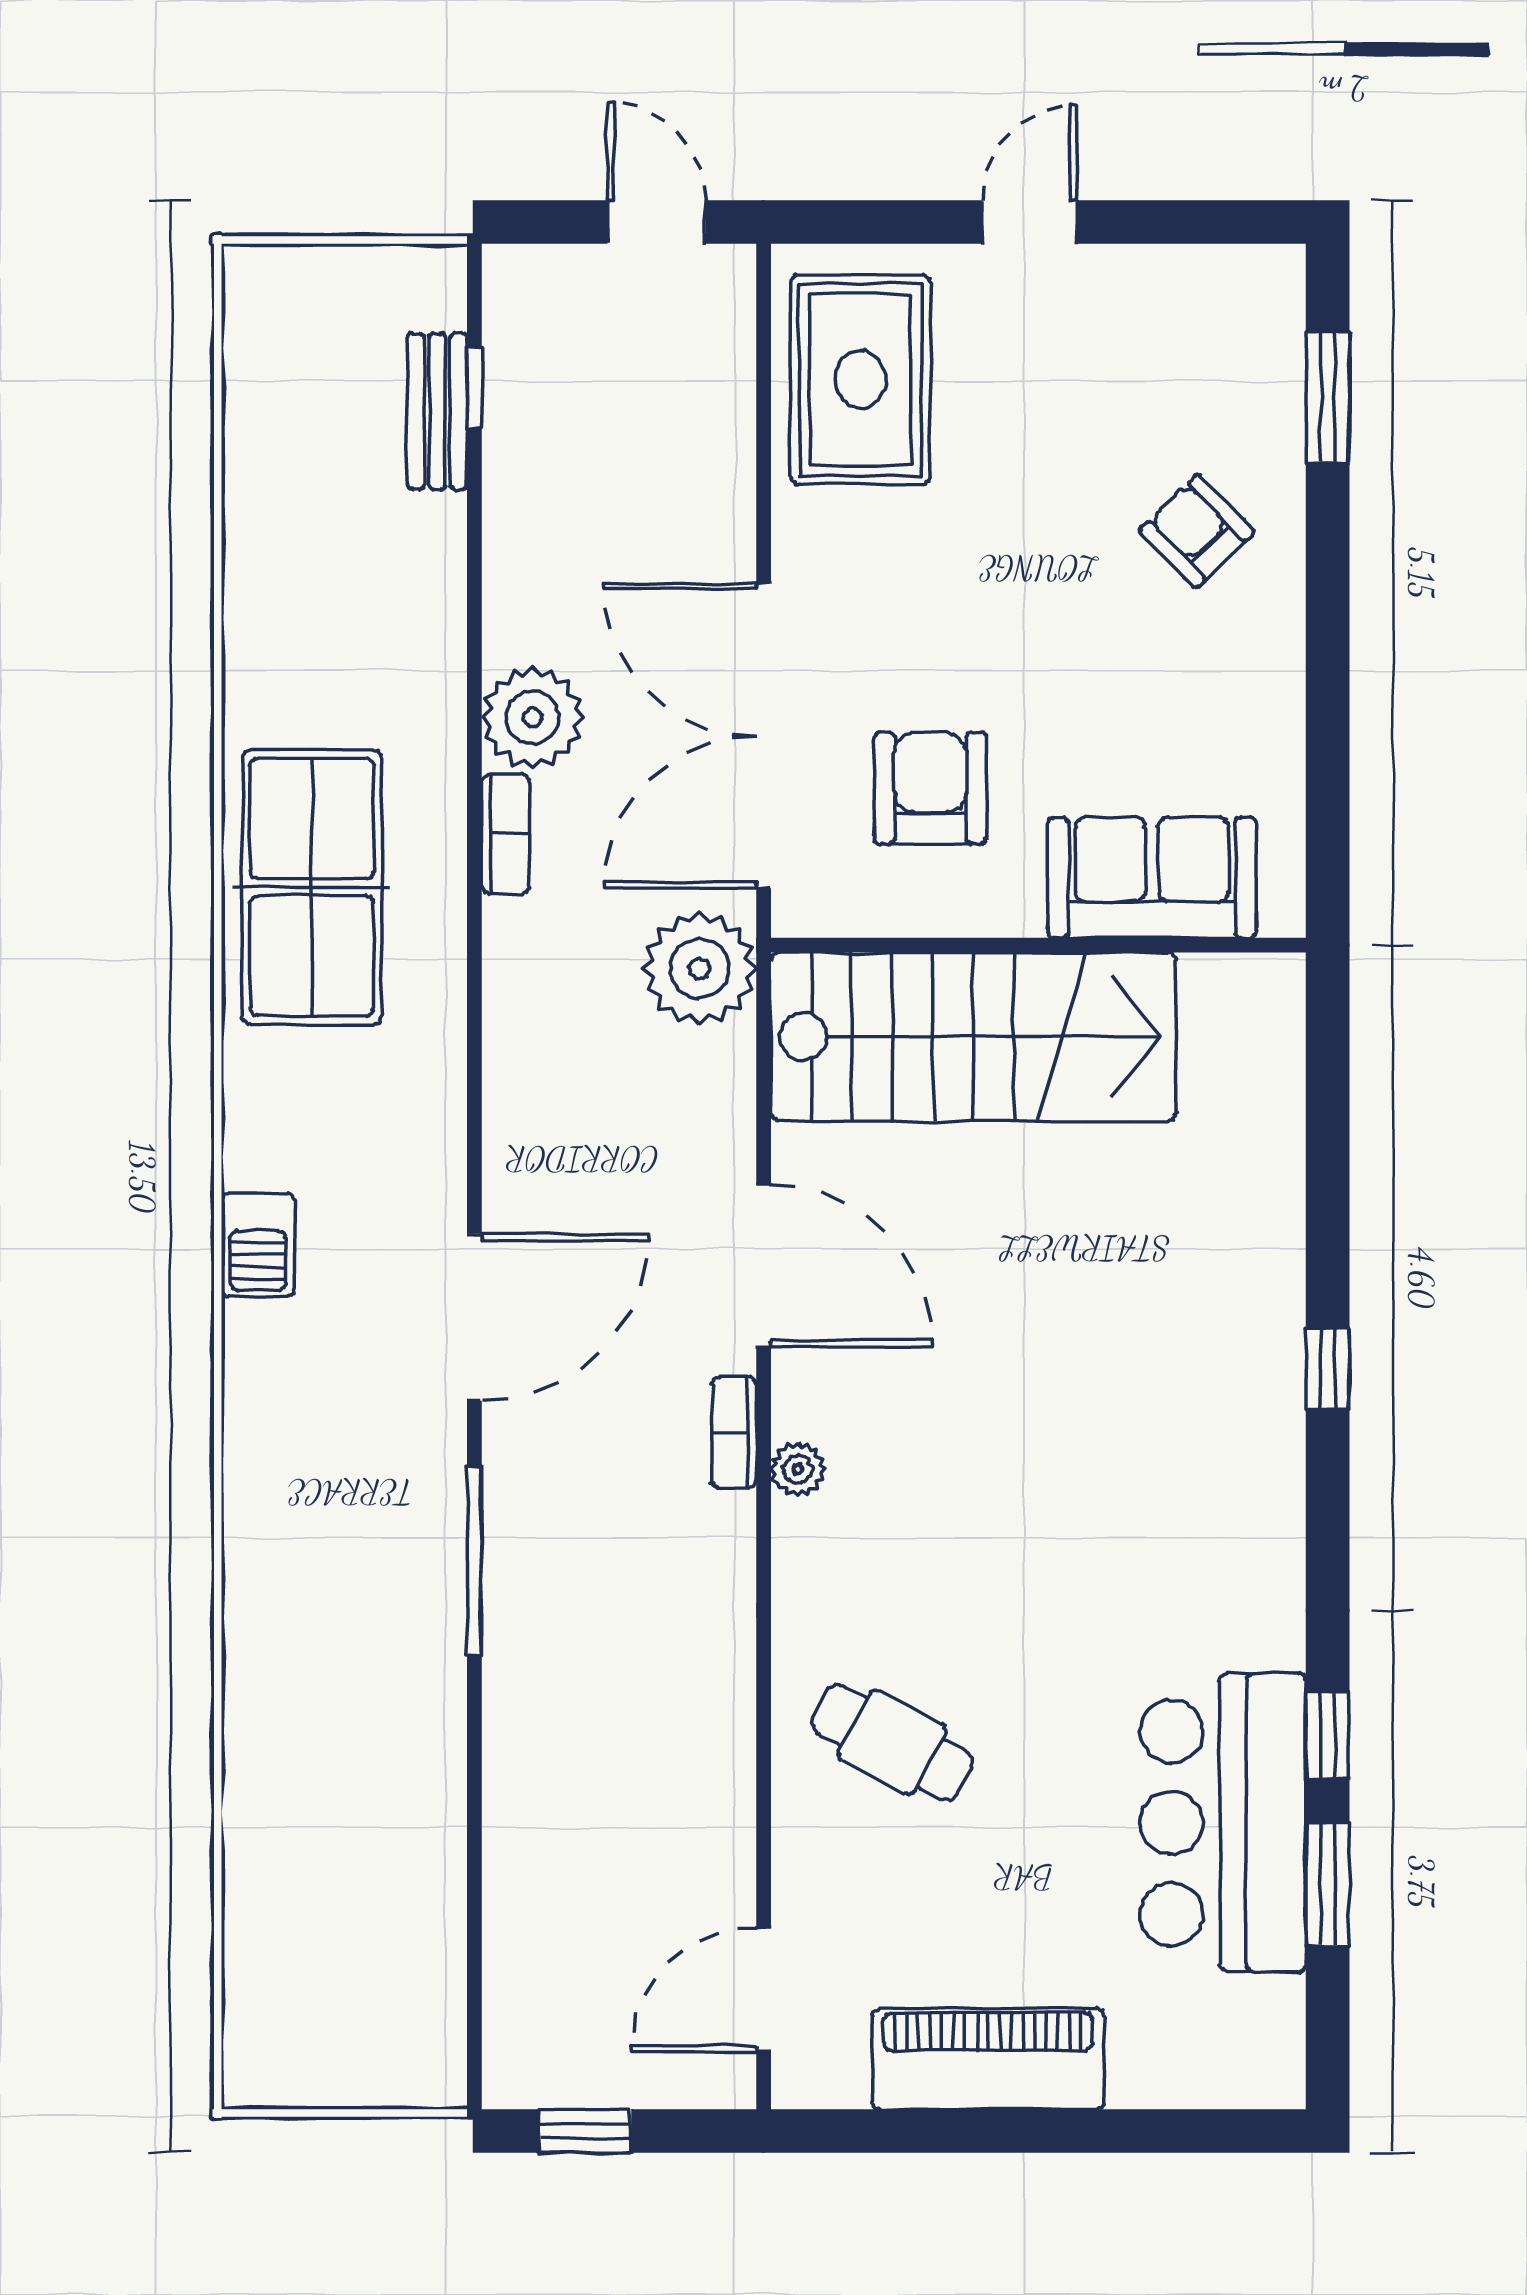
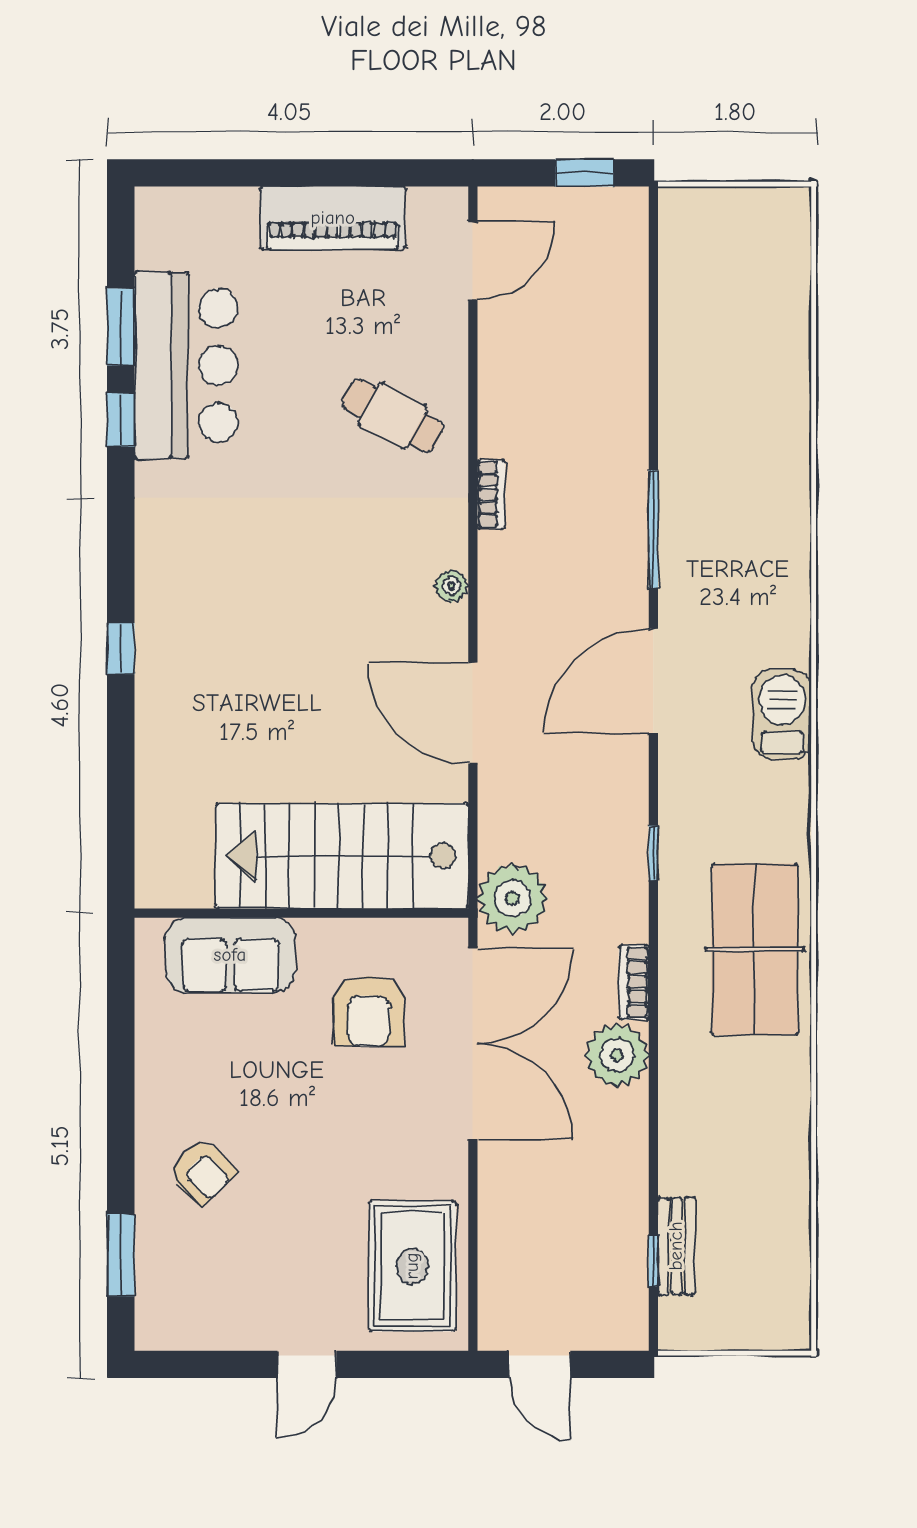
window: (474, 1041) -> (653, 853), added
barbecue: (258, 1245) -> (782, 714), width x1.38, depth x1.27
bookcase: (734, 1433) -> (491, 494), moved

